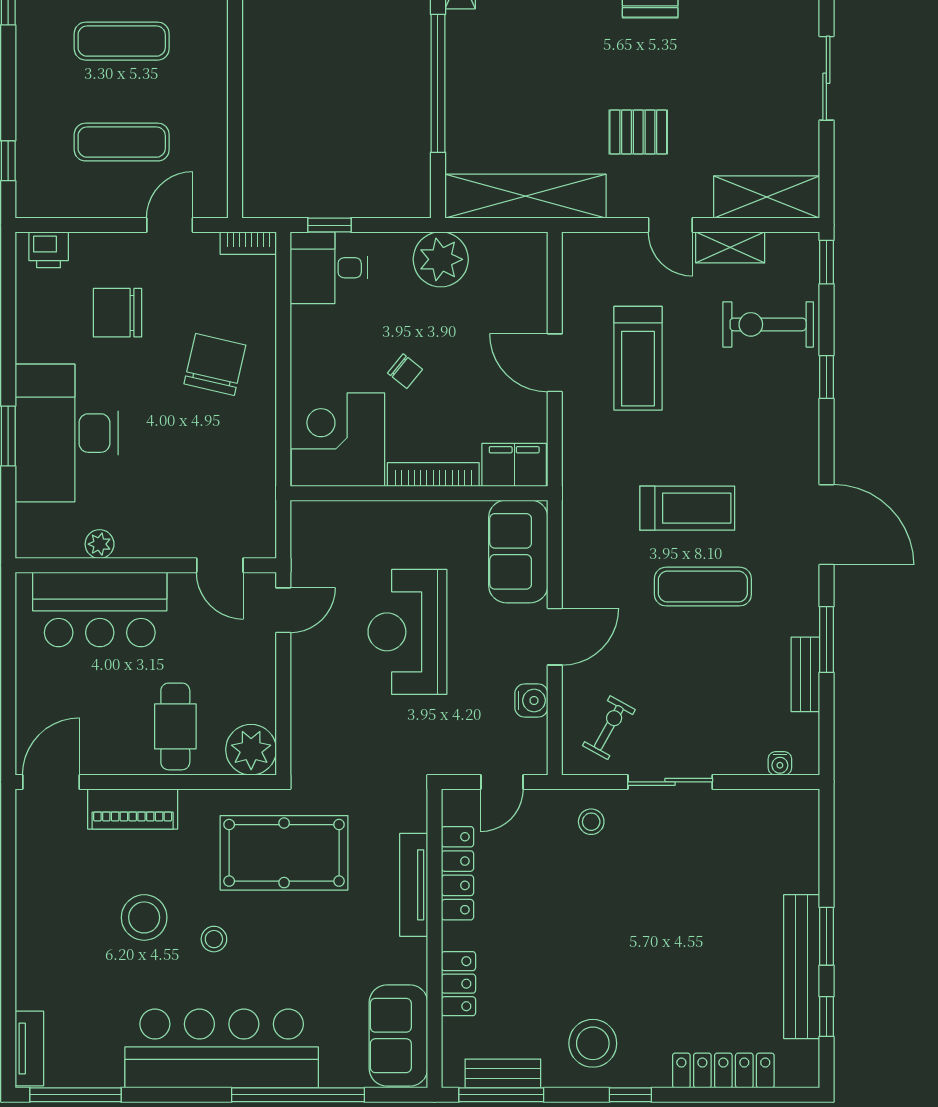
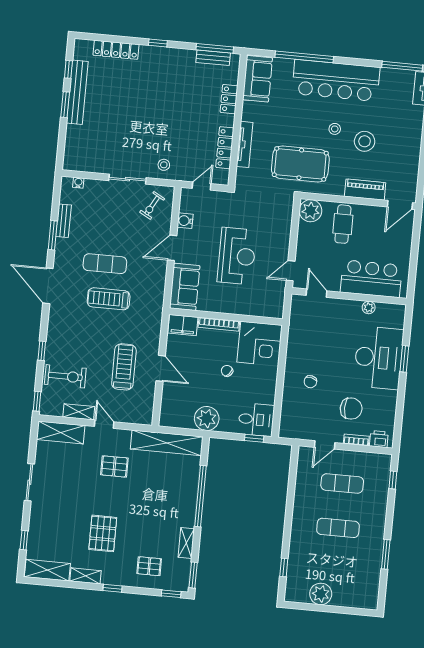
bookcase: (248, 243) -> (356, 440), moved
chair: (215, 365) -> (310, 382), width x0.54, depth x0.54
stool: (593, 1043) -> (172, 67), removed

